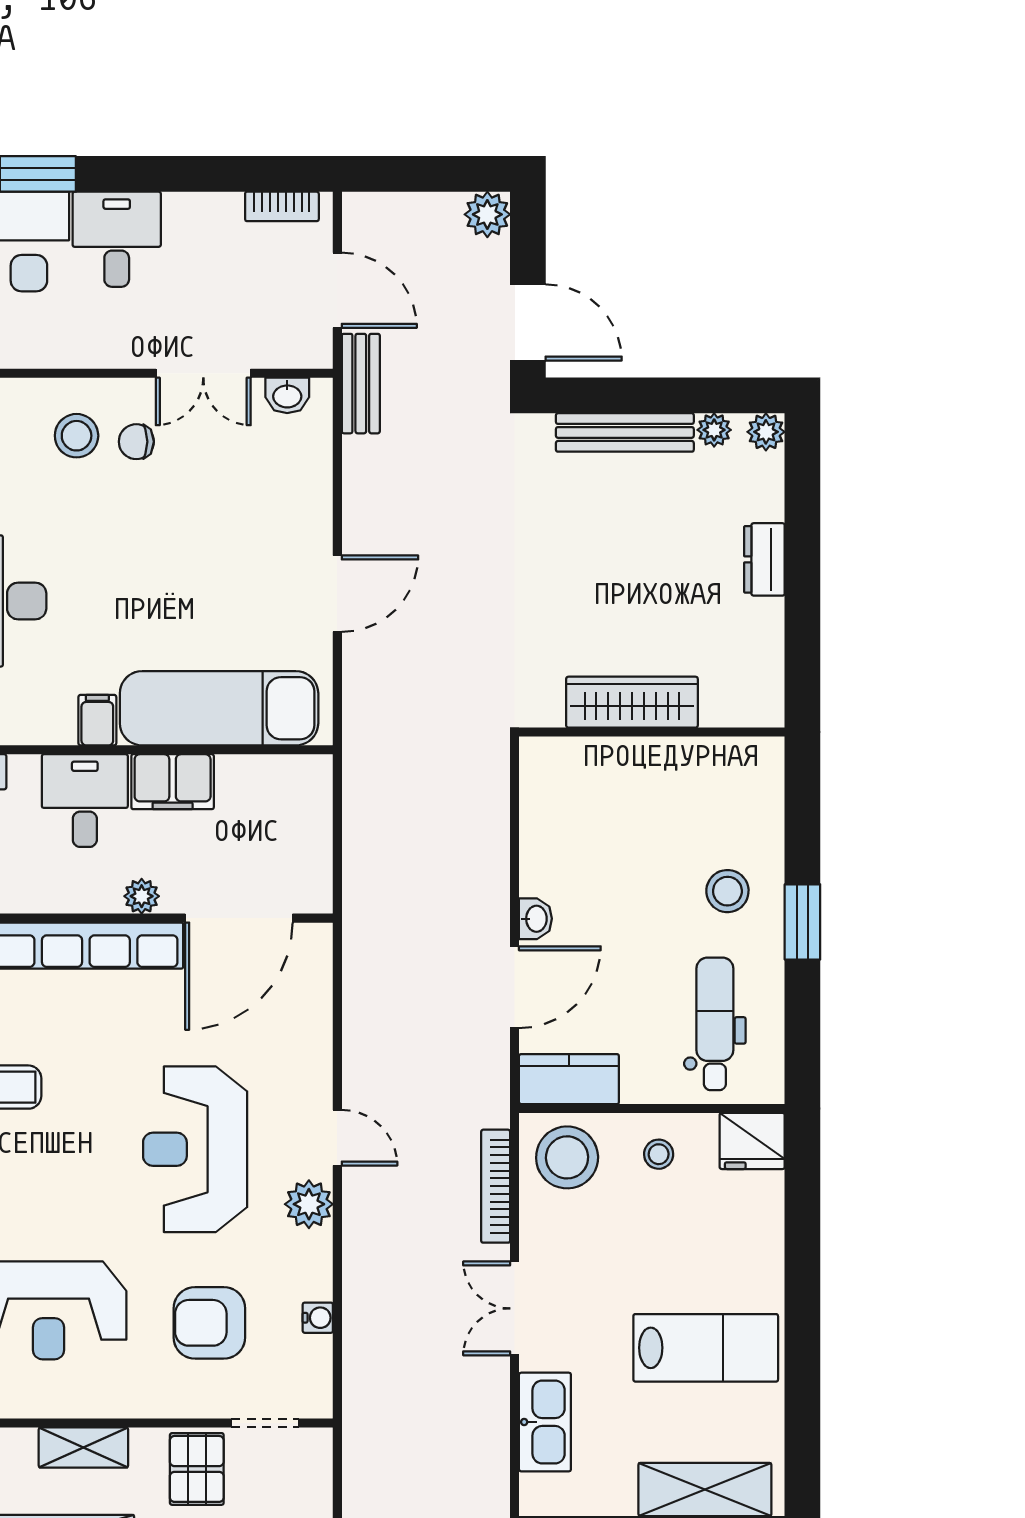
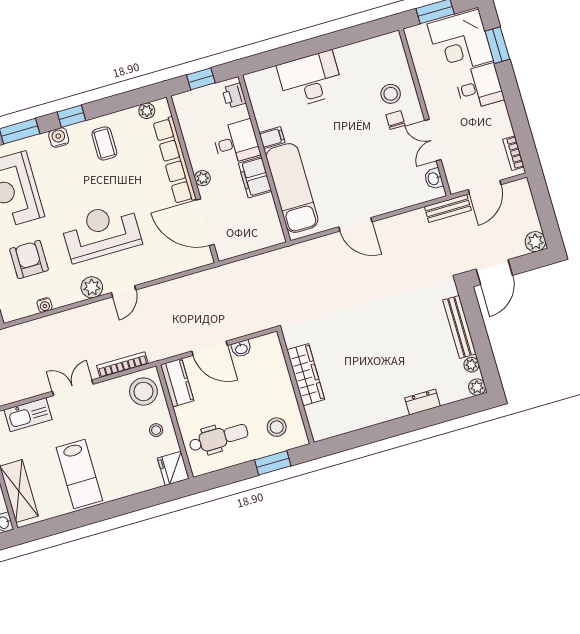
wardrobe: (632, 702) -> (306, 375), moved
wall: (652, 732) -> (295, 387), moved

